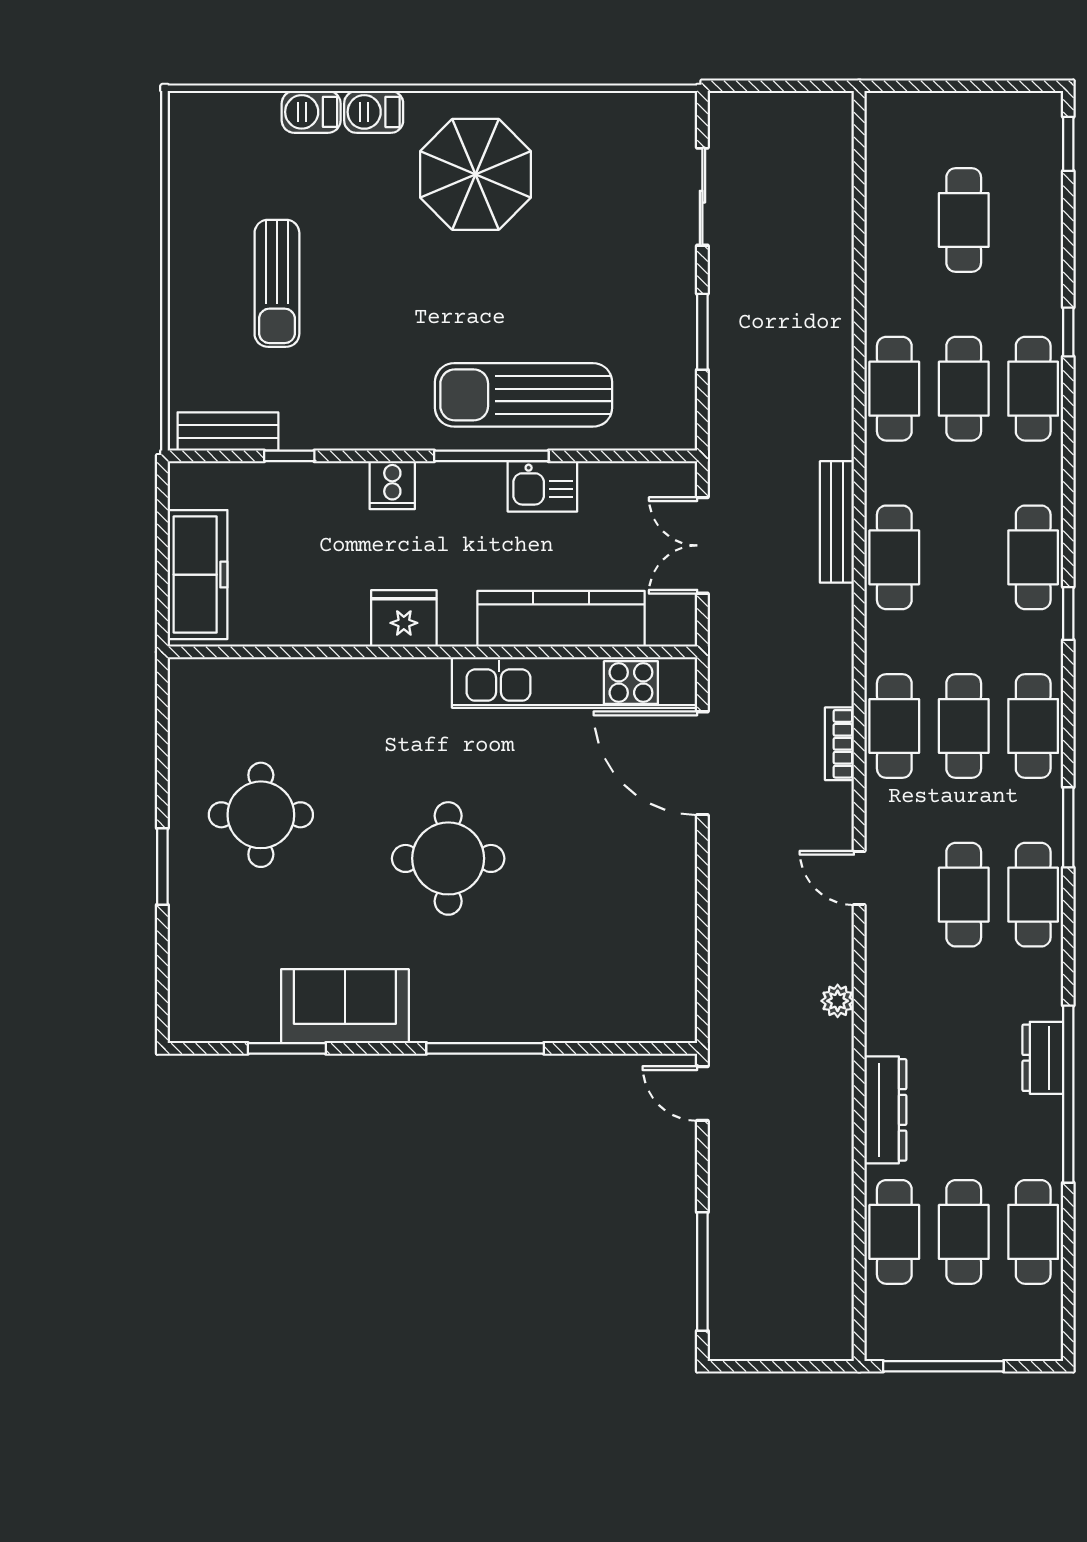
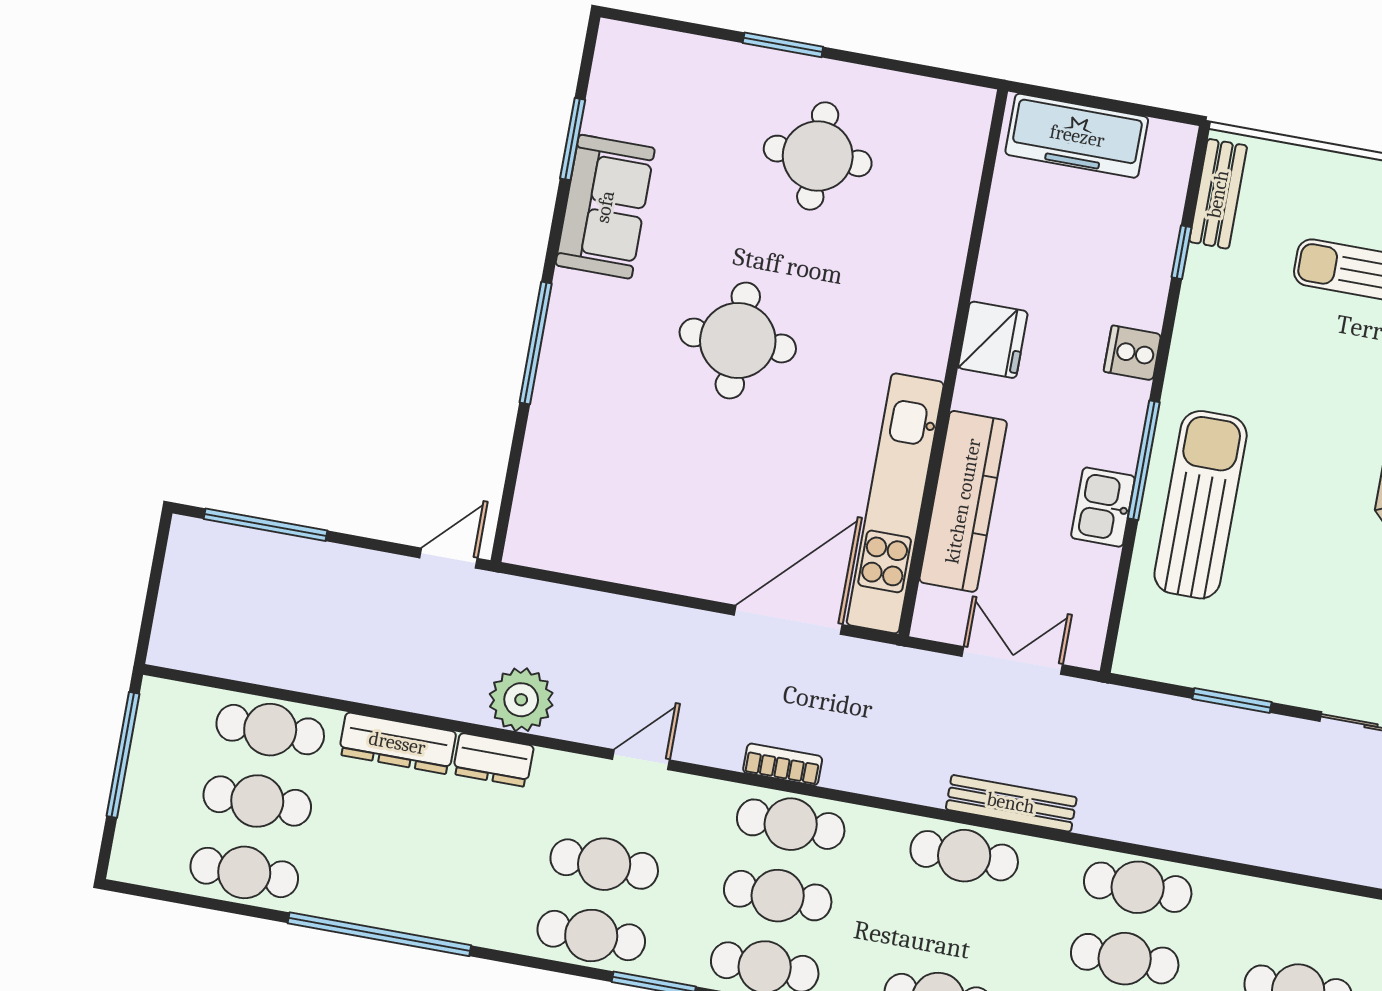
plant: (838, 1001) -> (521, 700), width x1.88, depth x1.88
dresser: (1043, 1058) -> (493, 760), moved, turned 180

